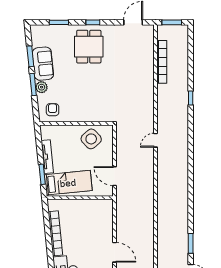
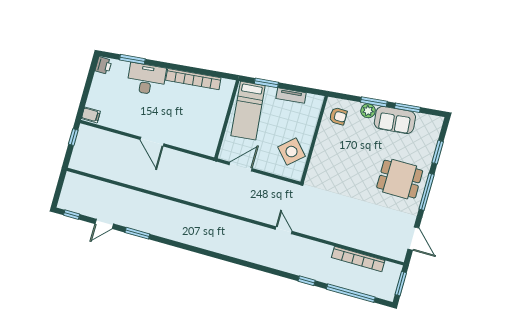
window: (93, 22) -> (427, 192), width x2.17
window: (191, 60) -> (351, 293), added
door: (156, 140) -> (284, 230), moved
tv unit: (47, 157) -> (291, 96), width x0.71
door: (114, 252) -> (152, 142), hinge flipped

